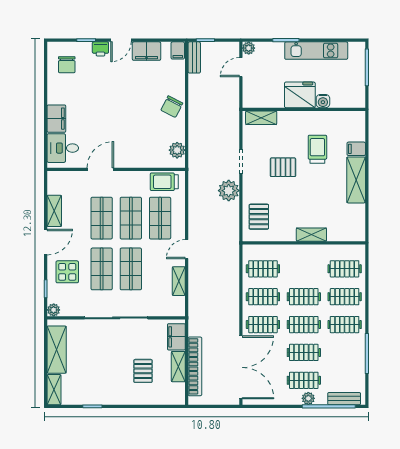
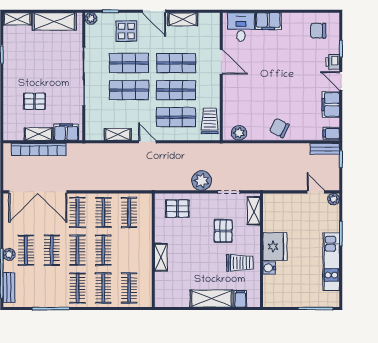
fridge: (300, 95) -> (275, 247), moved
water cooler: (323, 101) -> (269, 268), moved
wall: (304, 109) -> (262, 250), moved
shelving: (261, 118) -> (254, 211), moved

